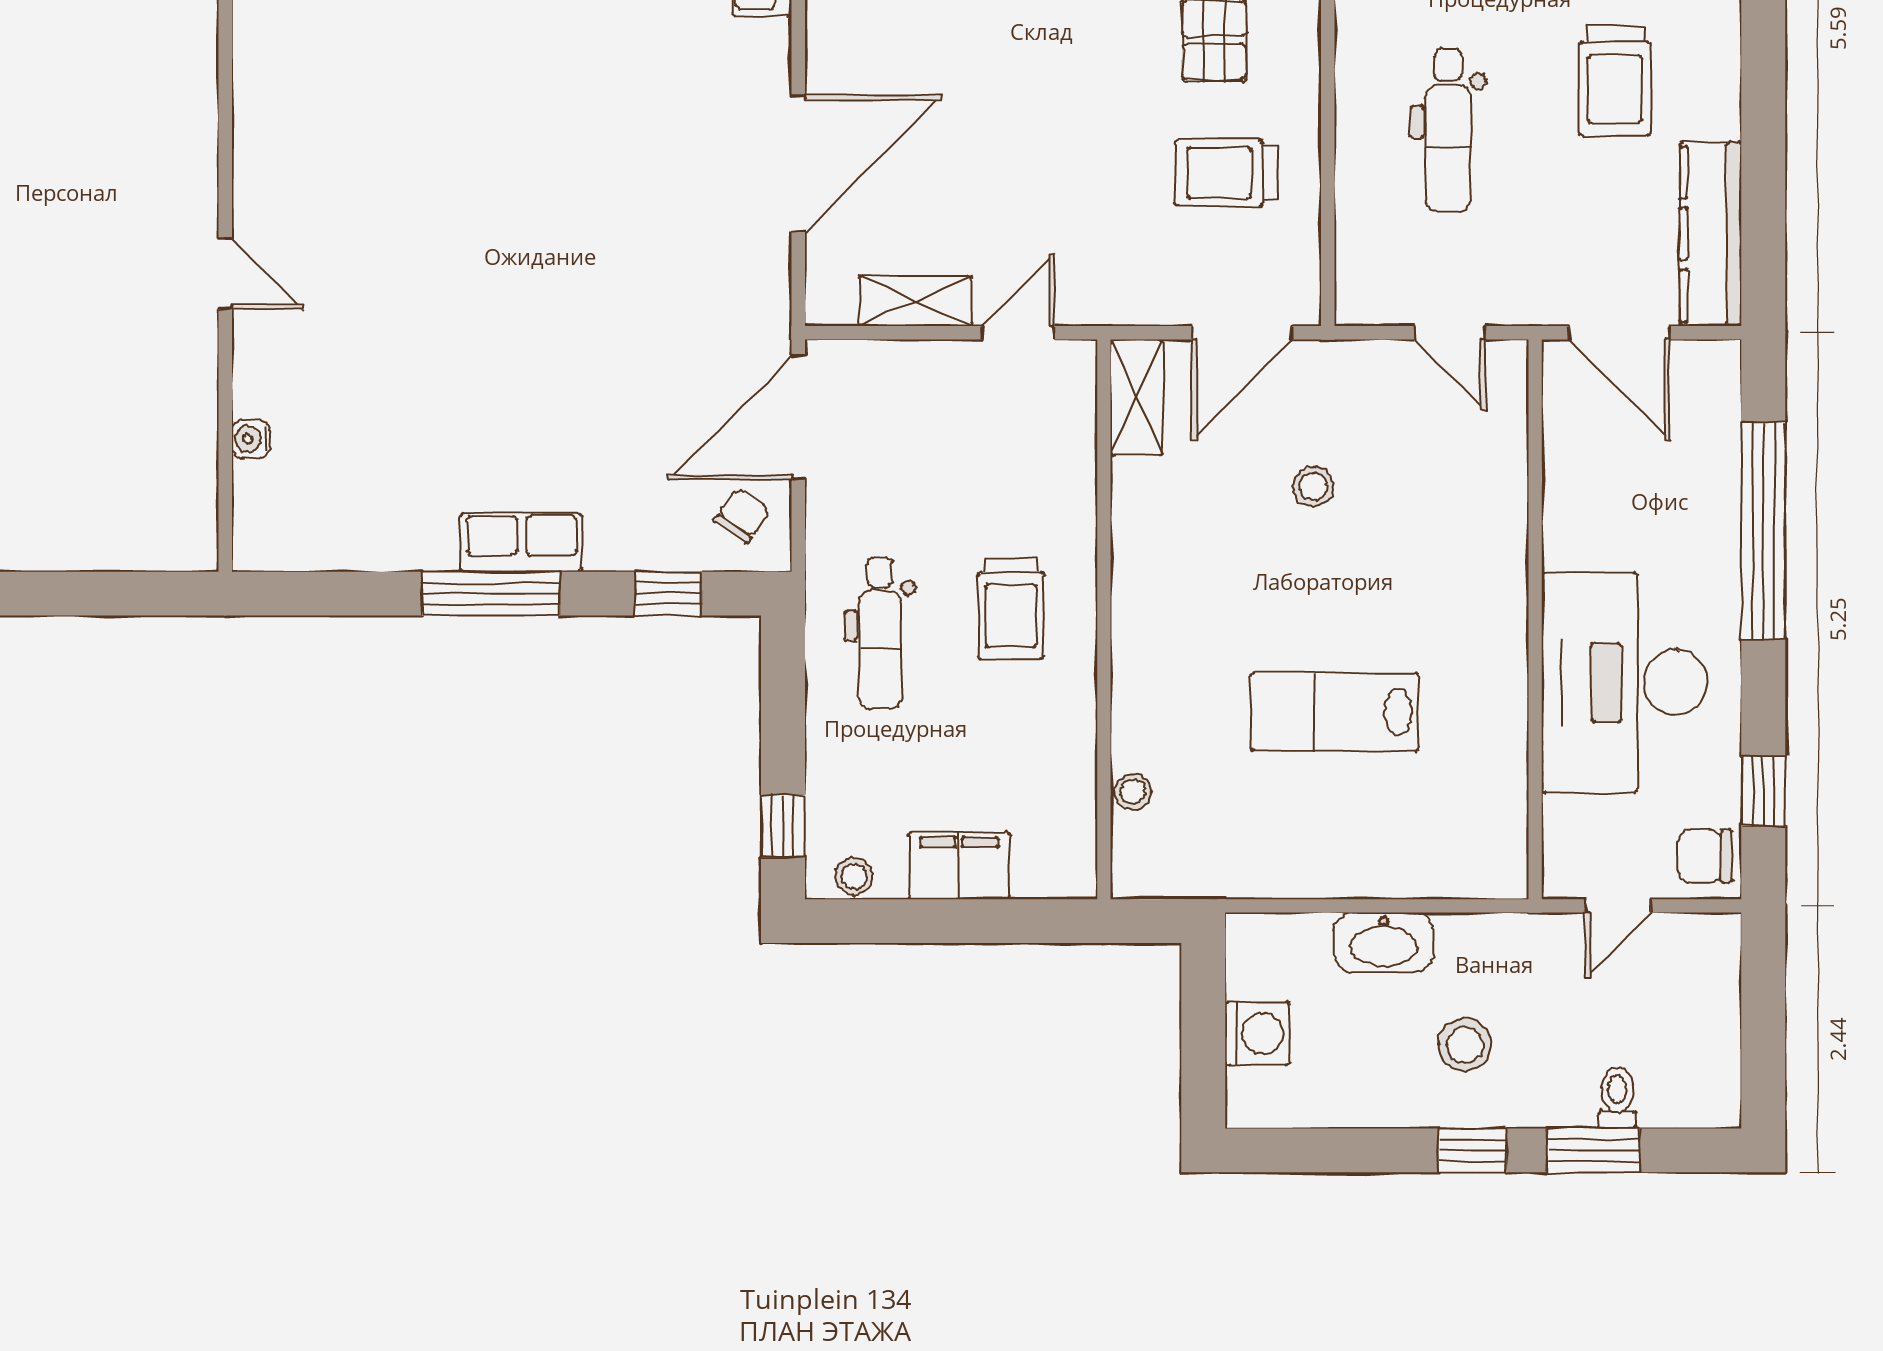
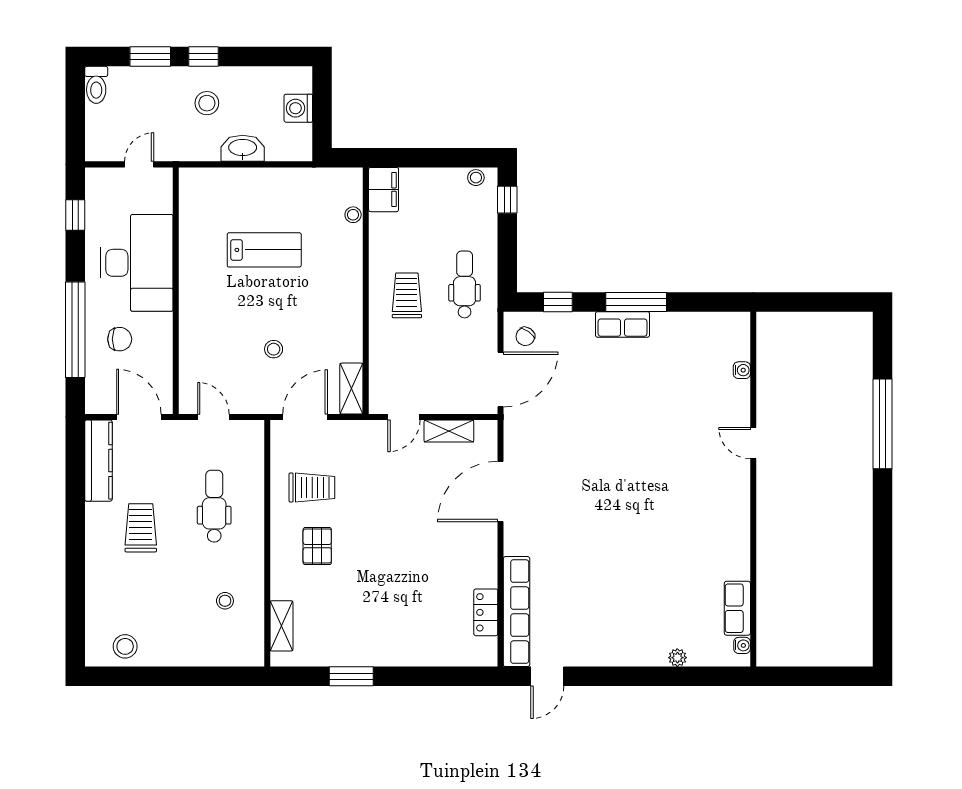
chair: (1705, 856) -> (120, 339), moved
filing cabinet: (959, 866) -> (384, 190), moved, turned -90
toilet: (1617, 1098) -> (96, 85), moved, width x1.37, depth x1.39

